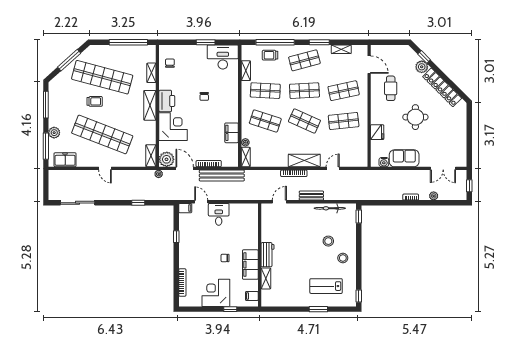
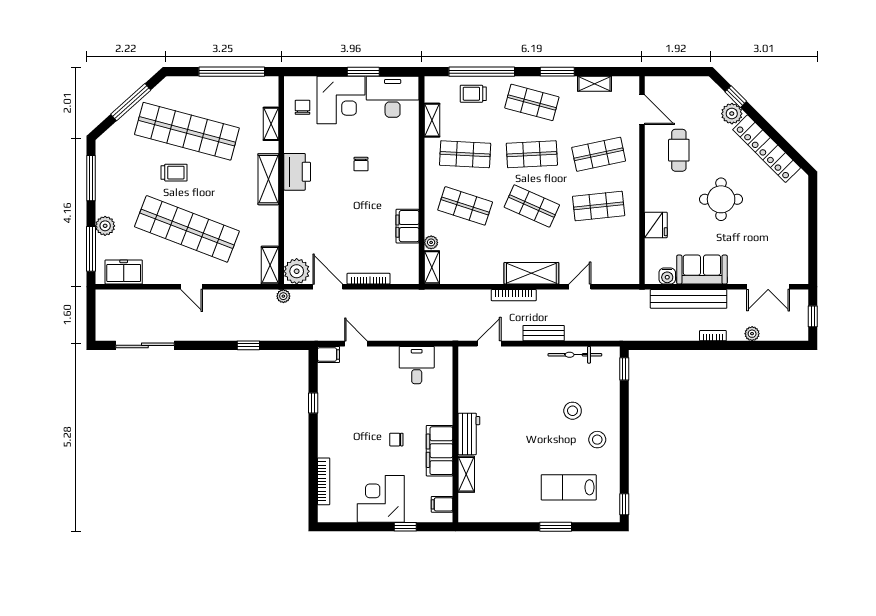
shop shelf: (304, 60) -> (532, 102), turned 30
corner desk: (173, 127) -> (341, 100), moved, turned 90
bench: (222, 176) -> (689, 299), moved
desk: (219, 214) -> (417, 365), moved

